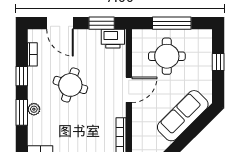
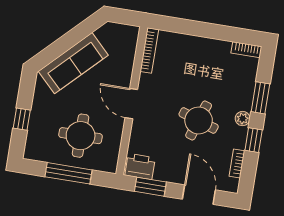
door: (129, 90) -> (131, 104), hinge flipped
plant: (34, 109) -> (243, 119), moved

